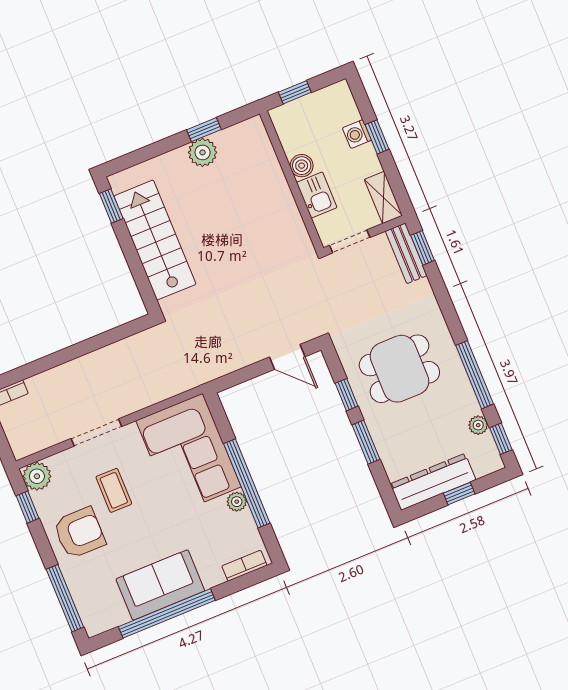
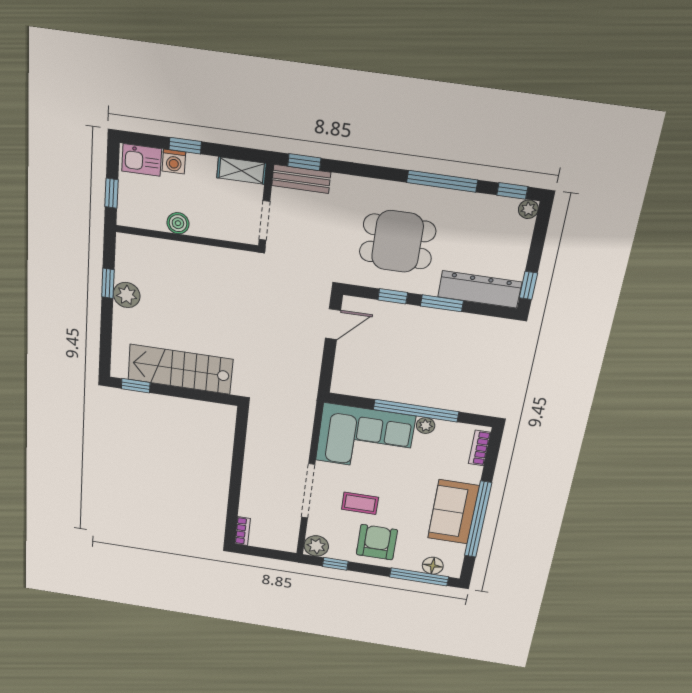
kitchen sink: (317, 195) -> (142, 160), moved, turned 180
dining table: (399, 369) -> (397, 241), turned 90
plant: (478, 425) -> (528, 209), moved
doorway: (96, 433) -> (308, 491), width x1.36
dresser: (433, 482) -> (480, 289), moved, turned 90
window: (459, 494) -> (528, 285), moved
floor lamp: (87, 603) -> (433, 566), added

